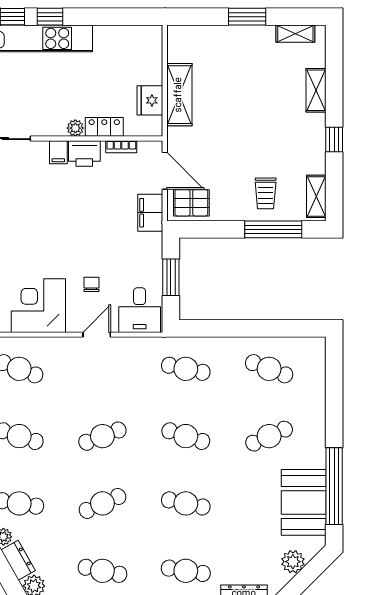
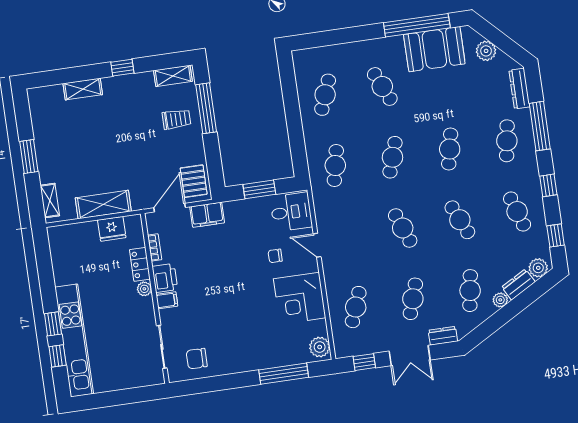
shelving: (295, 34) -> (50, 201), moved
cafe table: (102, 571) -> (517, 212), turned -30

